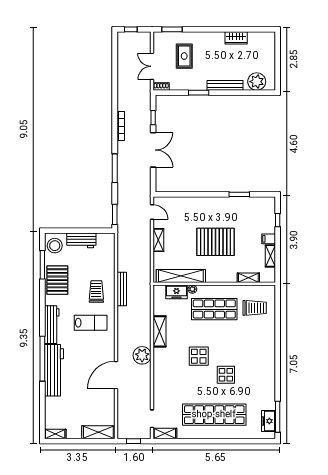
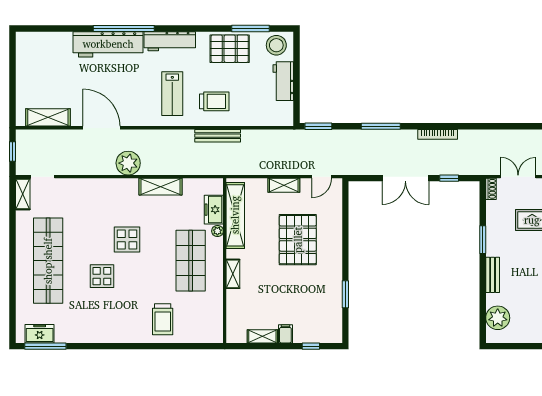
bench: (225, 85) -> (493, 275), width x0.73
pallet: (216, 242) -> (298, 240), moved
shelving: (248, 278) -> (233, 274), moved
trolley: (255, 308) -> (163, 319), moved
shelving: (98, 432) -> (48, 117), moved, turned 90
shelving: (55, 434) -> (22, 46), removed

